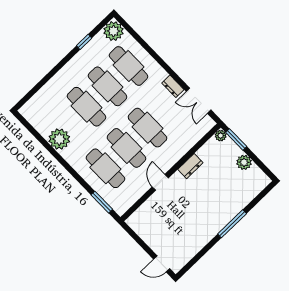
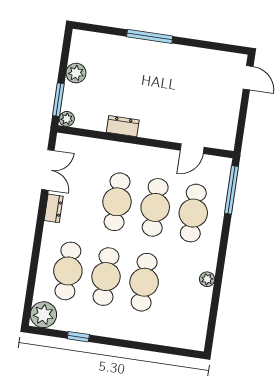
plant: (59, 139) -> (207, 279), width x0.53, depth x0.53
door: (160, 182) -> (192, 149), moved
window: (102, 202) -> (232, 190), width x1.44

